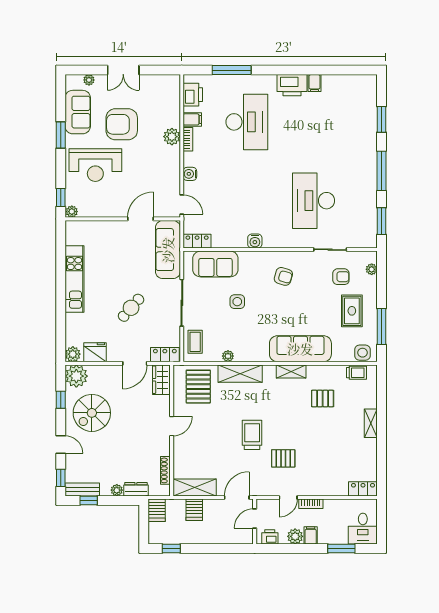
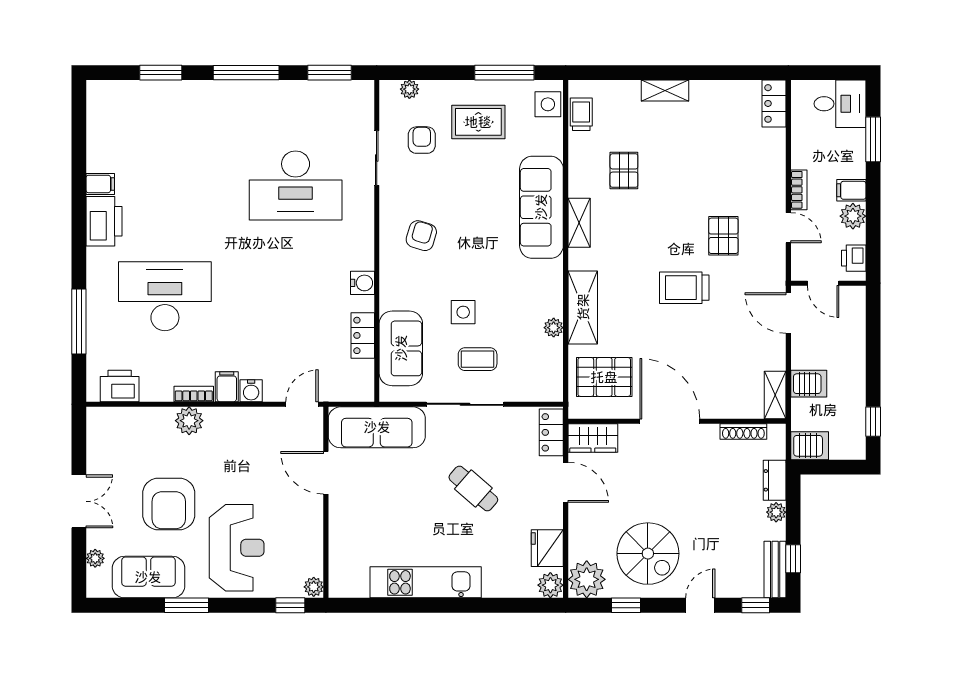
filing cabinet: (192, 119) -> (227, 387), moved
locker: (197, 241) -> (363, 335), moved
coffee table: (195, 342) -> (478, 359), moved
door: (172, 426) -> (670, 421), width x1.87
shelving: (195, 487) -> (775, 395), width x0.67, depth x0.75

